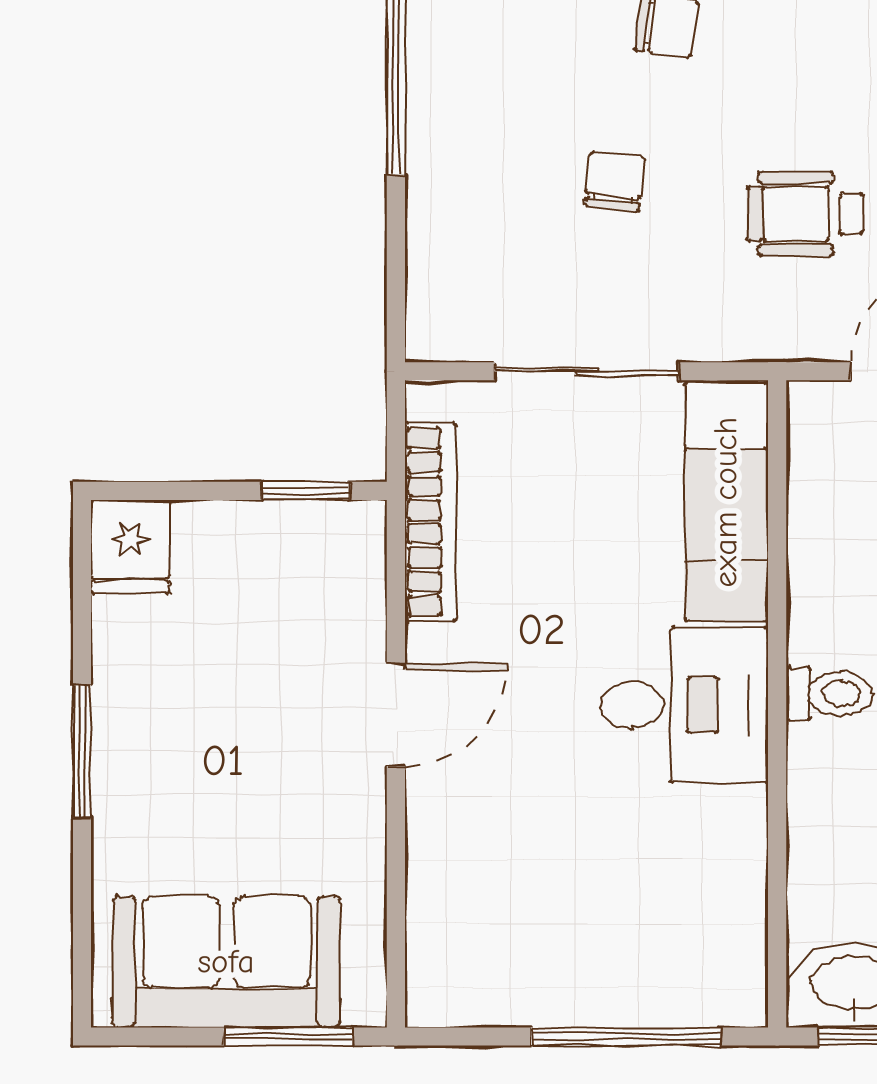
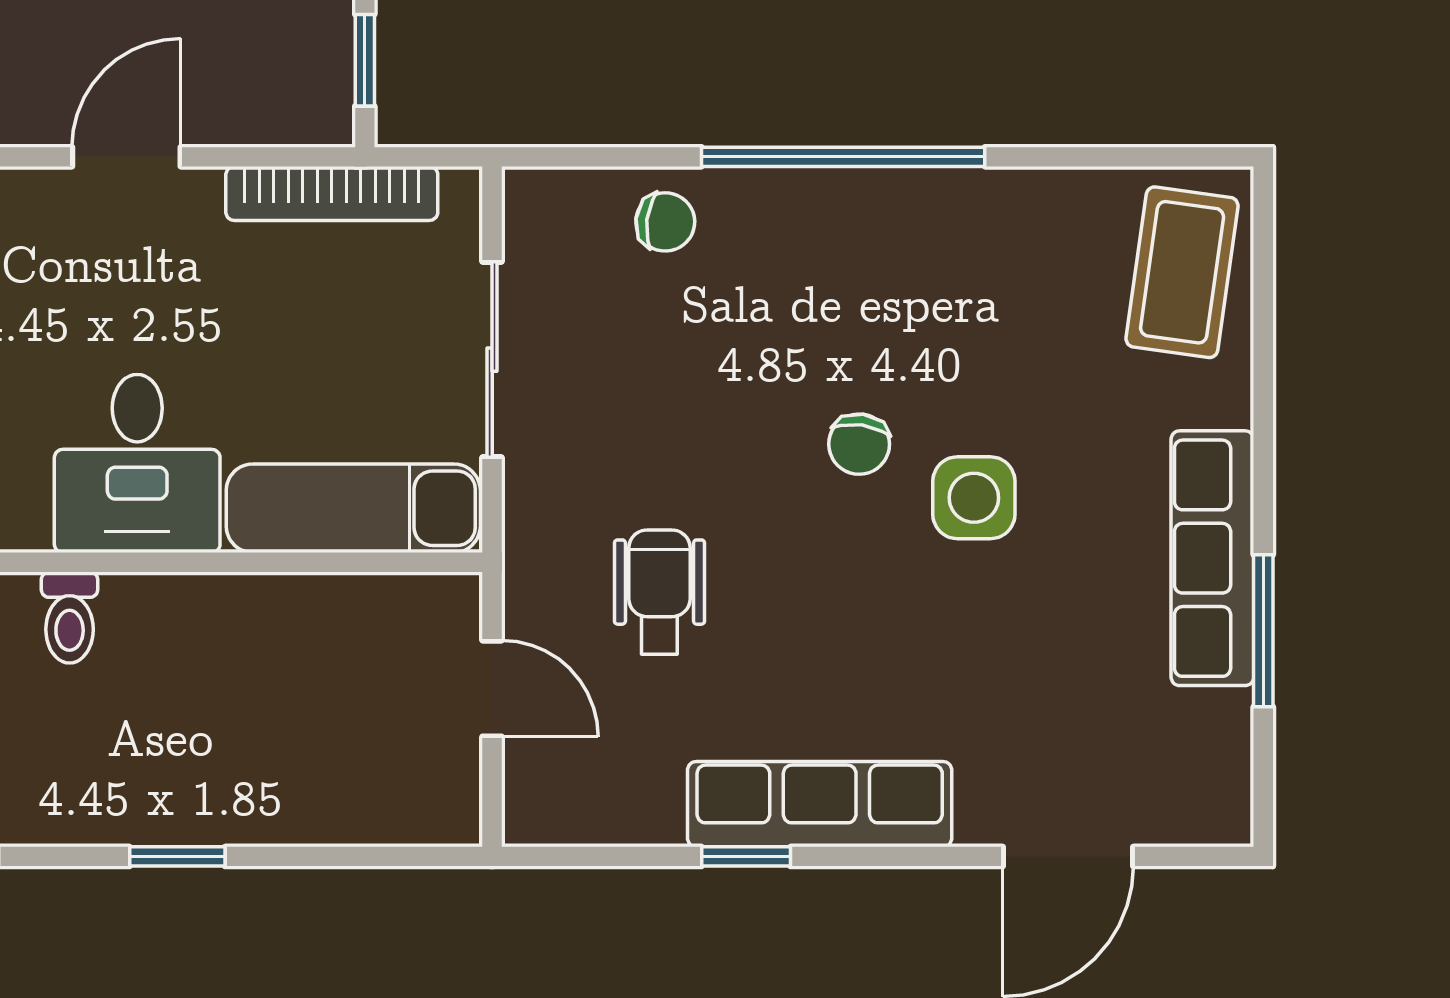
chair: (615, 182) -> (665, 222), moved
toilet: (829, 694) -> (70, 618), moved
door: (396, 715) -> (126, 157), swing flipped

